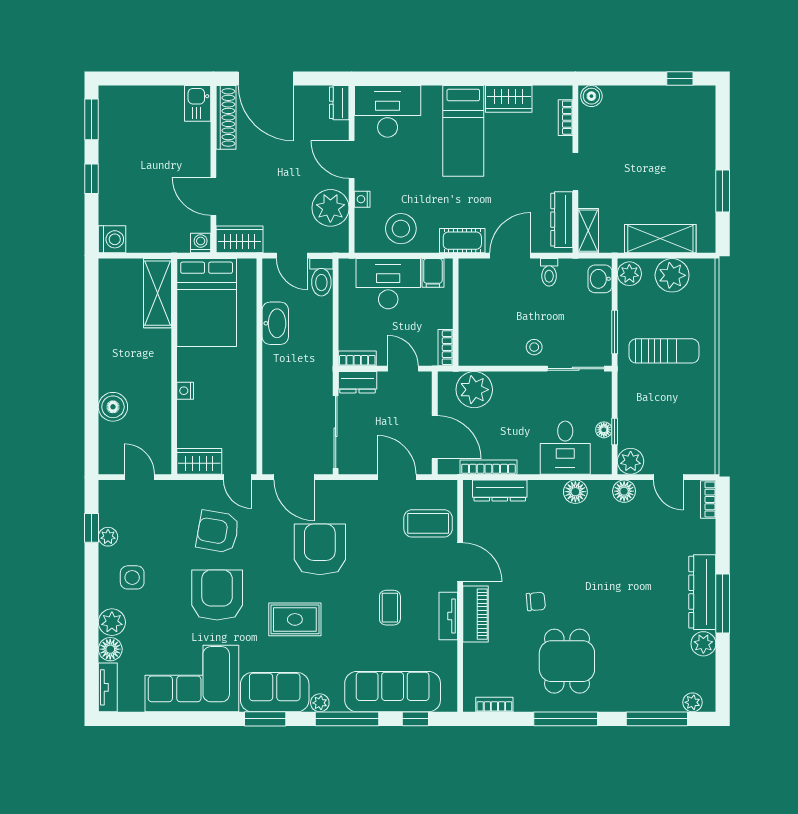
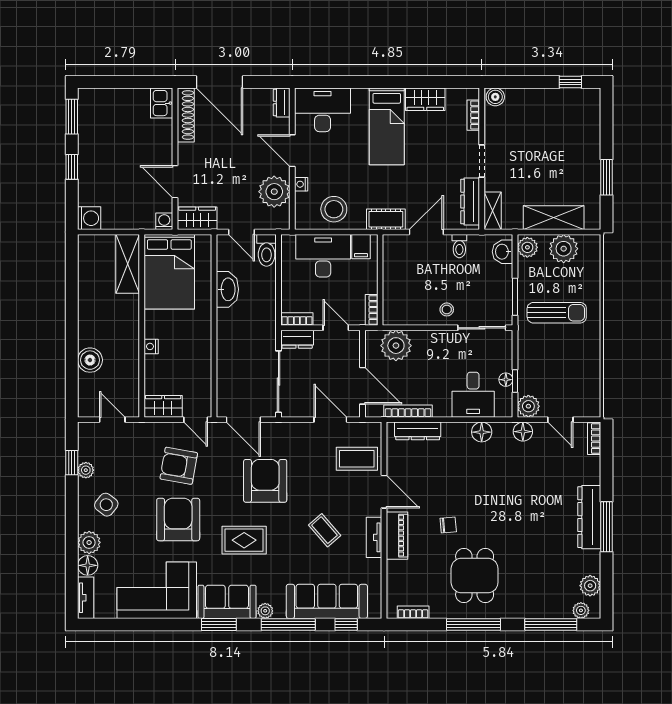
side table: (132, 577) -> (106, 505), turned 38
coffee table: (390, 608) -> (325, 530), turned -41
plant: (703, 644) -> (590, 586), moved

